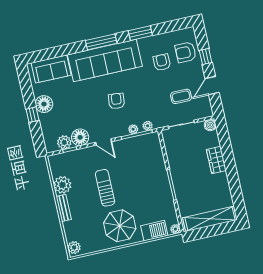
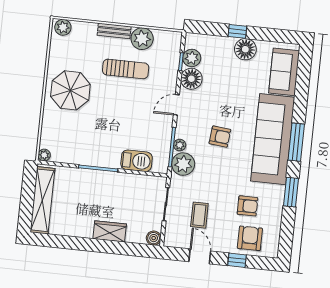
plant: (148, 126) -> (183, 164), width x1.87, depth x1.87
sun lounger: (105, 188) -> (126, 69), moved
barbecue: (154, 231) -> (137, 161), moved, turned -90

